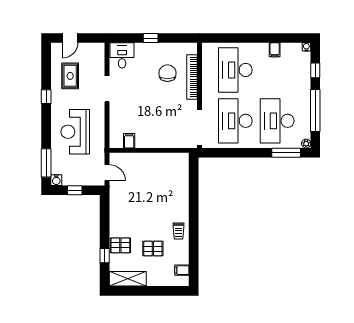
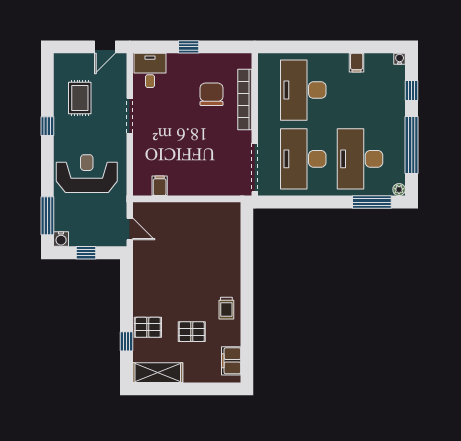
door: (70, 38) -> (105, 47), moved
reception desk: (75, 132) -> (87, 174), turned 90
filing cabinet: (182, 270) -> (231, 361), width x2.00

